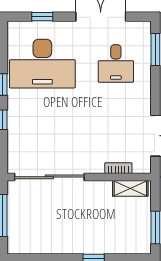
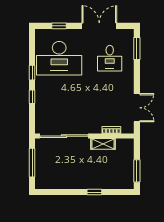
shelving: (130, 188) -> (103, 144), moved

